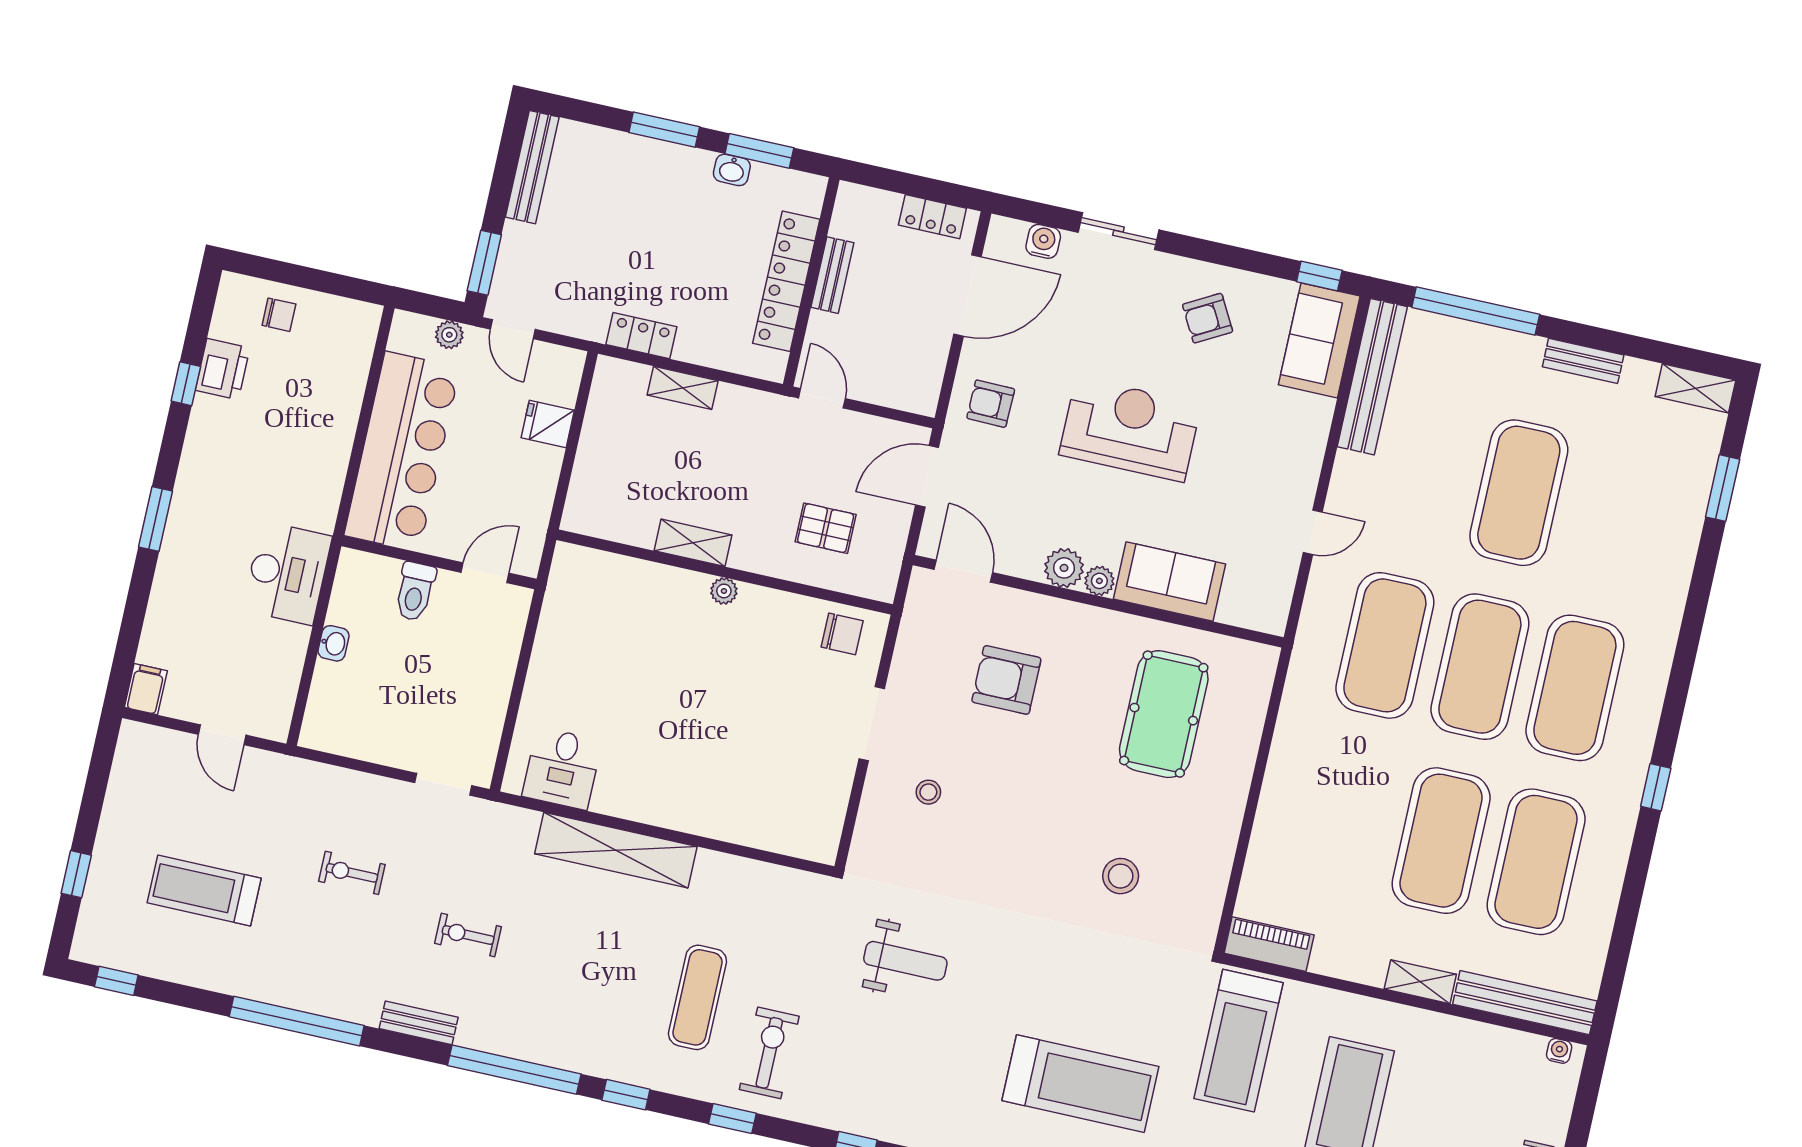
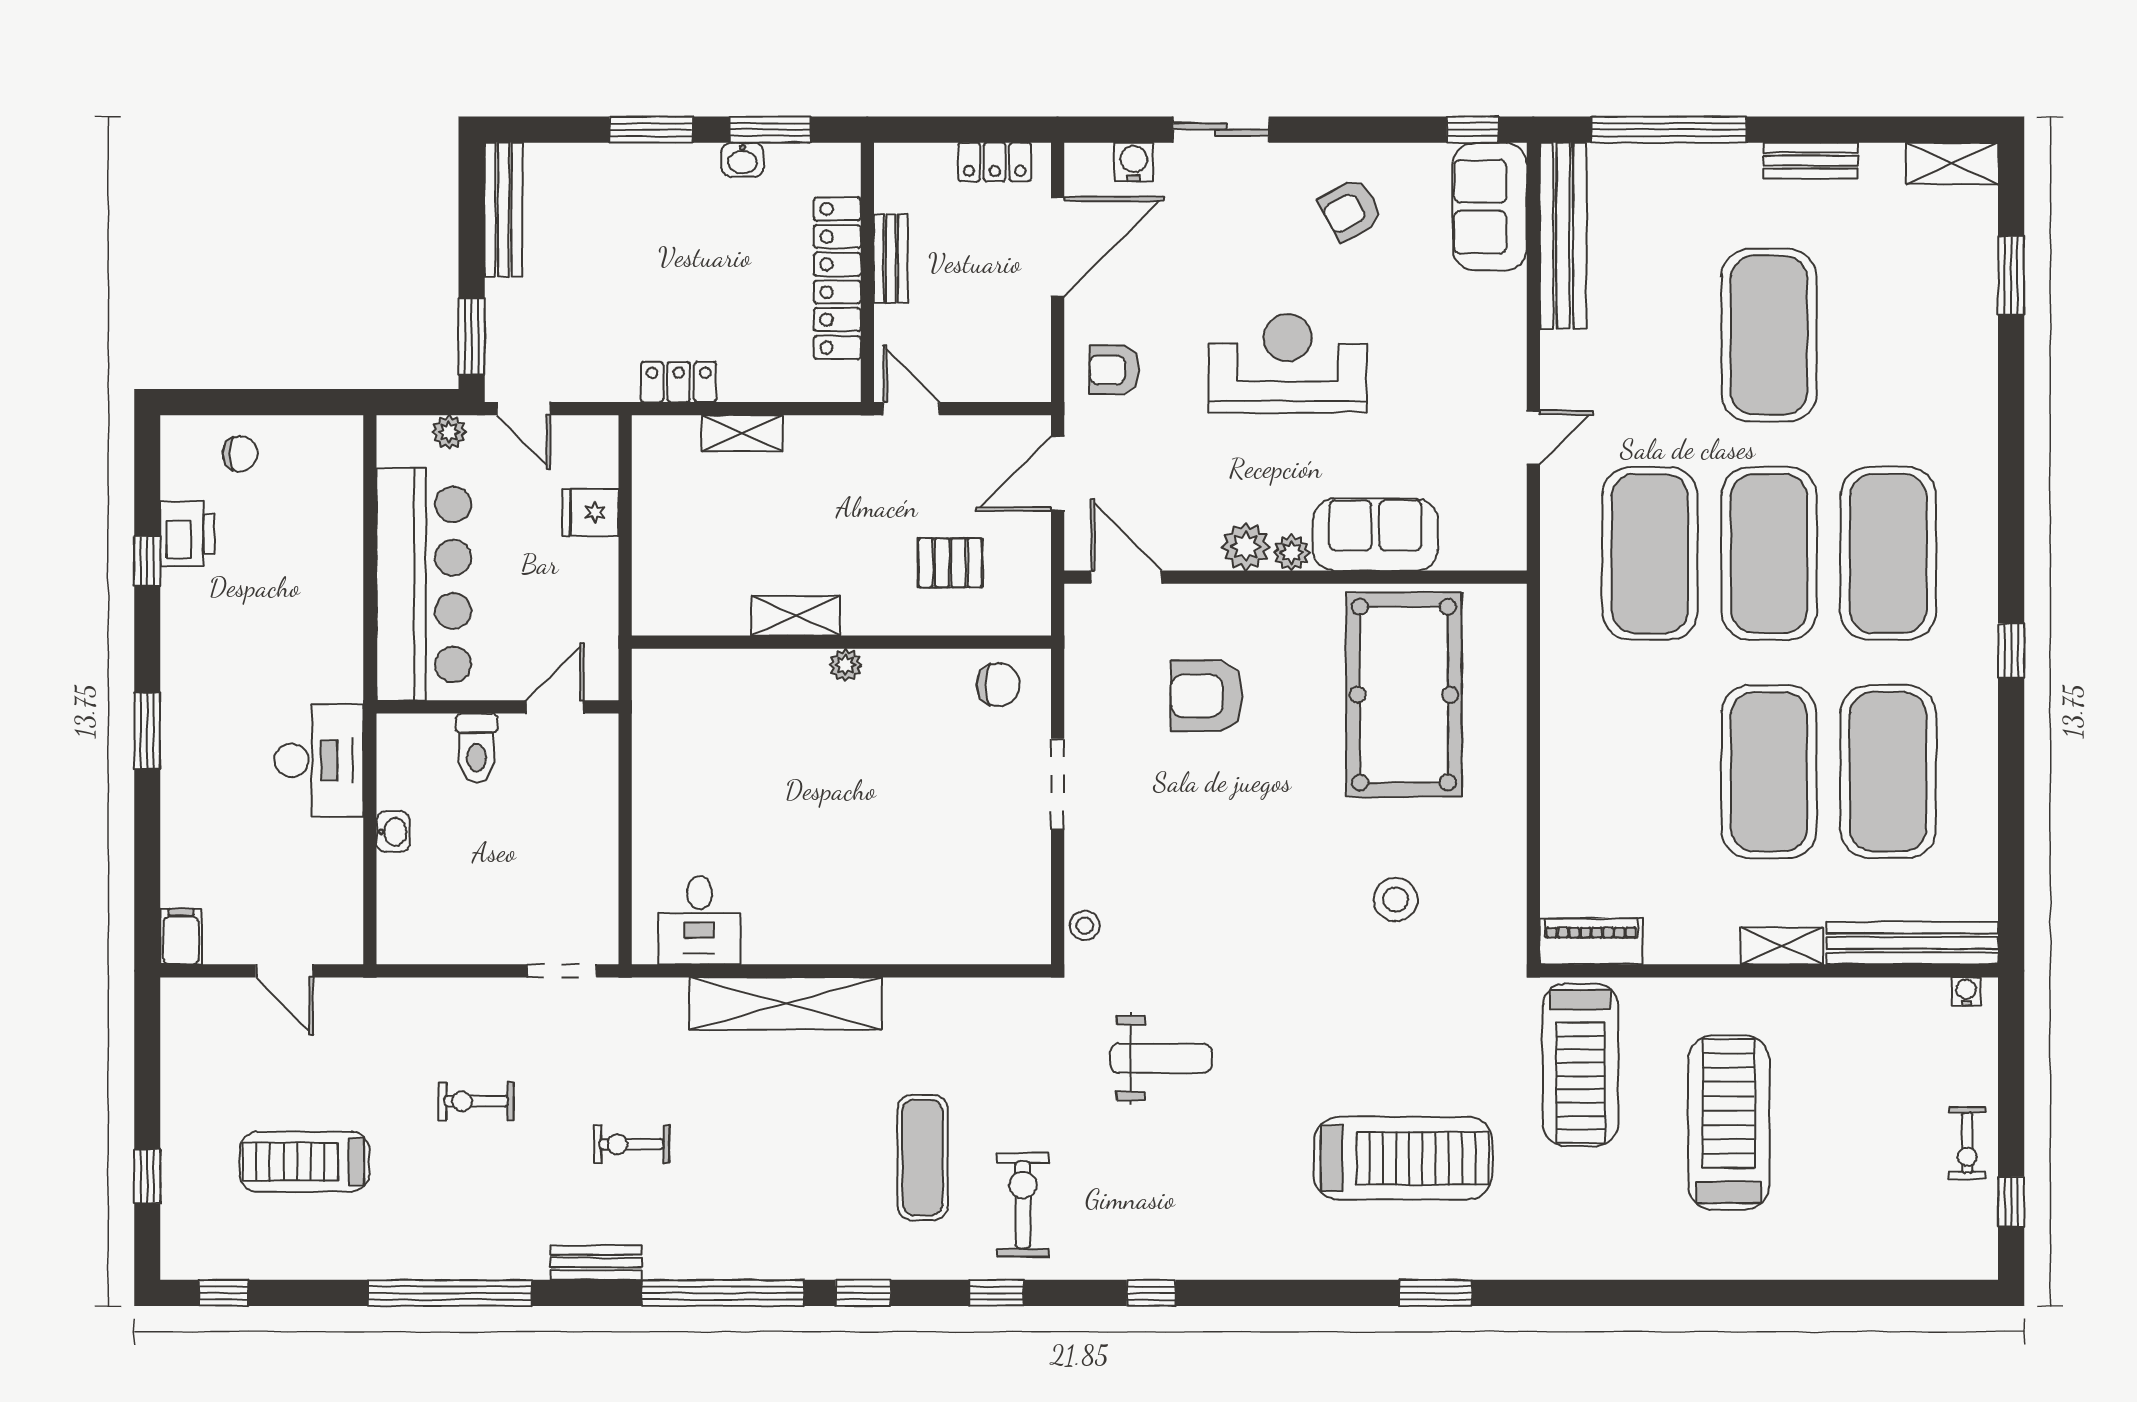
pool table: (1164, 714) -> (1404, 695), width x1.36, depth x1.32
stool: (928, 792) -> (1085, 925), moved

